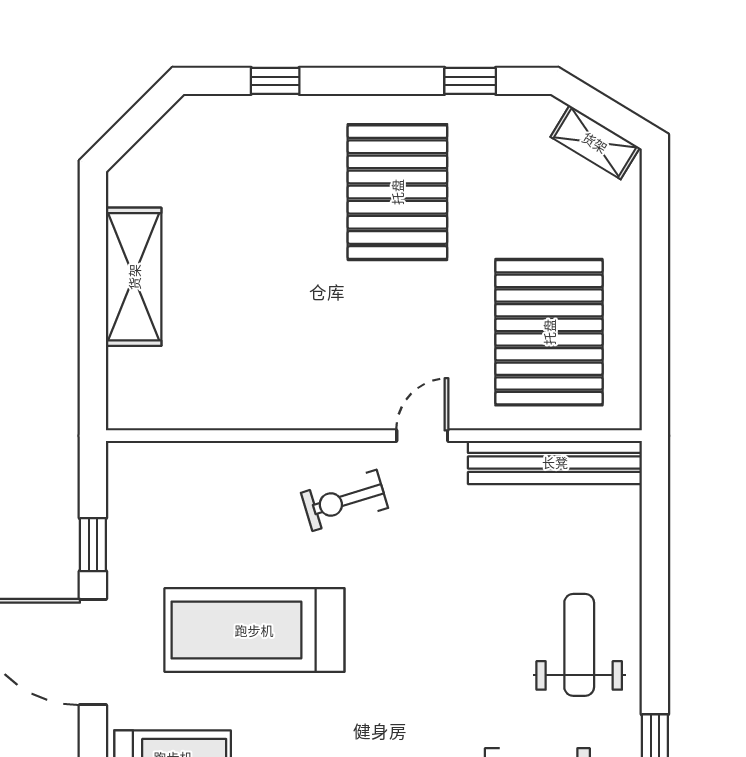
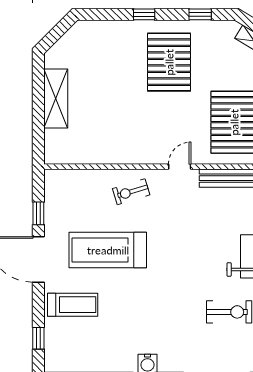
window: (275, 81) -> (144, 14), moved
exercise bike: (344, 500) -> (131, 192), moved

